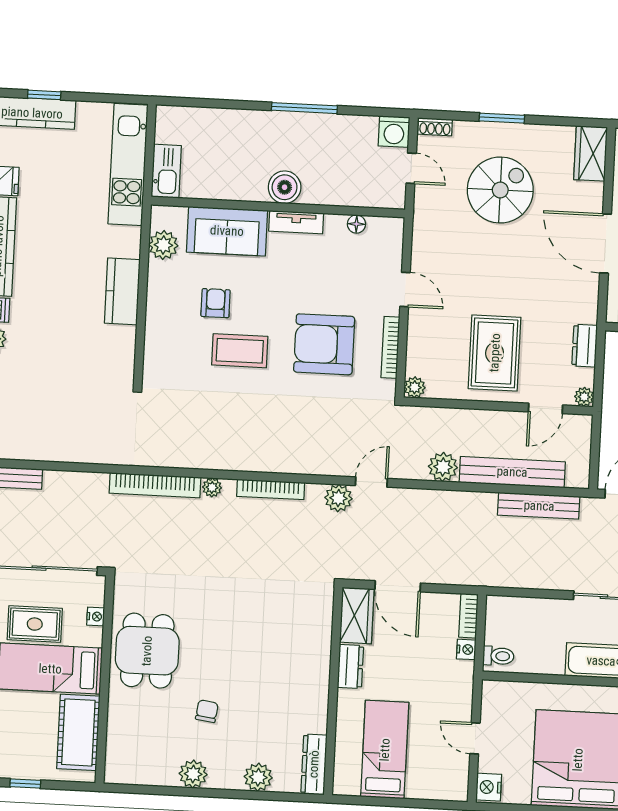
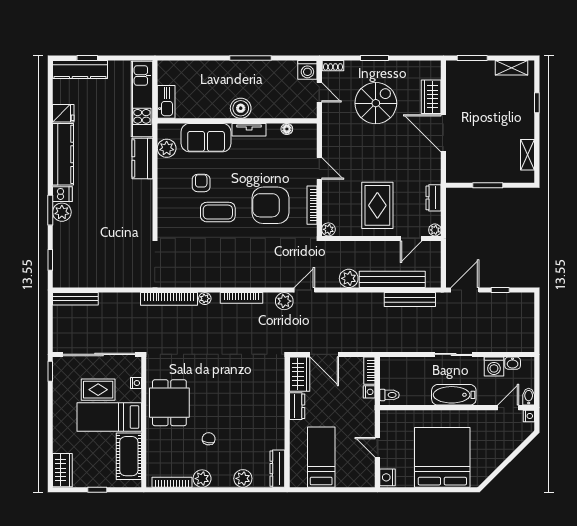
wardrobe: (591, 153) -> (431, 97), moved
kitchen counter: (122, 291) -> (142, 159), moved
bookcase: (145, 778) -> (172, 482), added

